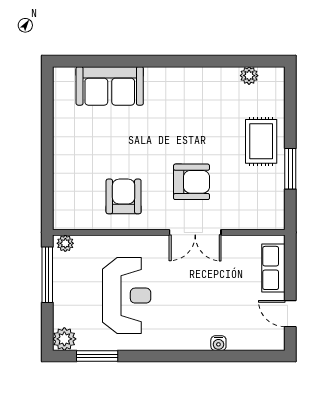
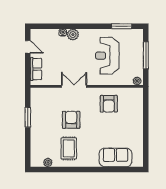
rug: (261, 141) -> (69, 148), moved
armchair: (191, 182) -> (71, 120), moved, turned 90
window: (47, 275) -> (146, 55), moved
plant: (64, 339) -> (73, 35), moved

